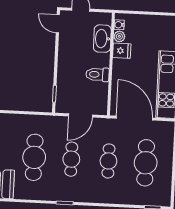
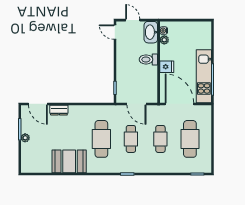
washbasin: (102, 39) -> (151, 32), moved
fridge: (122, 51) -> (167, 67), moved
toilet: (97, 74) -> (148, 59), moved
door: (80, 115) -> (136, 104), hinge flipped

